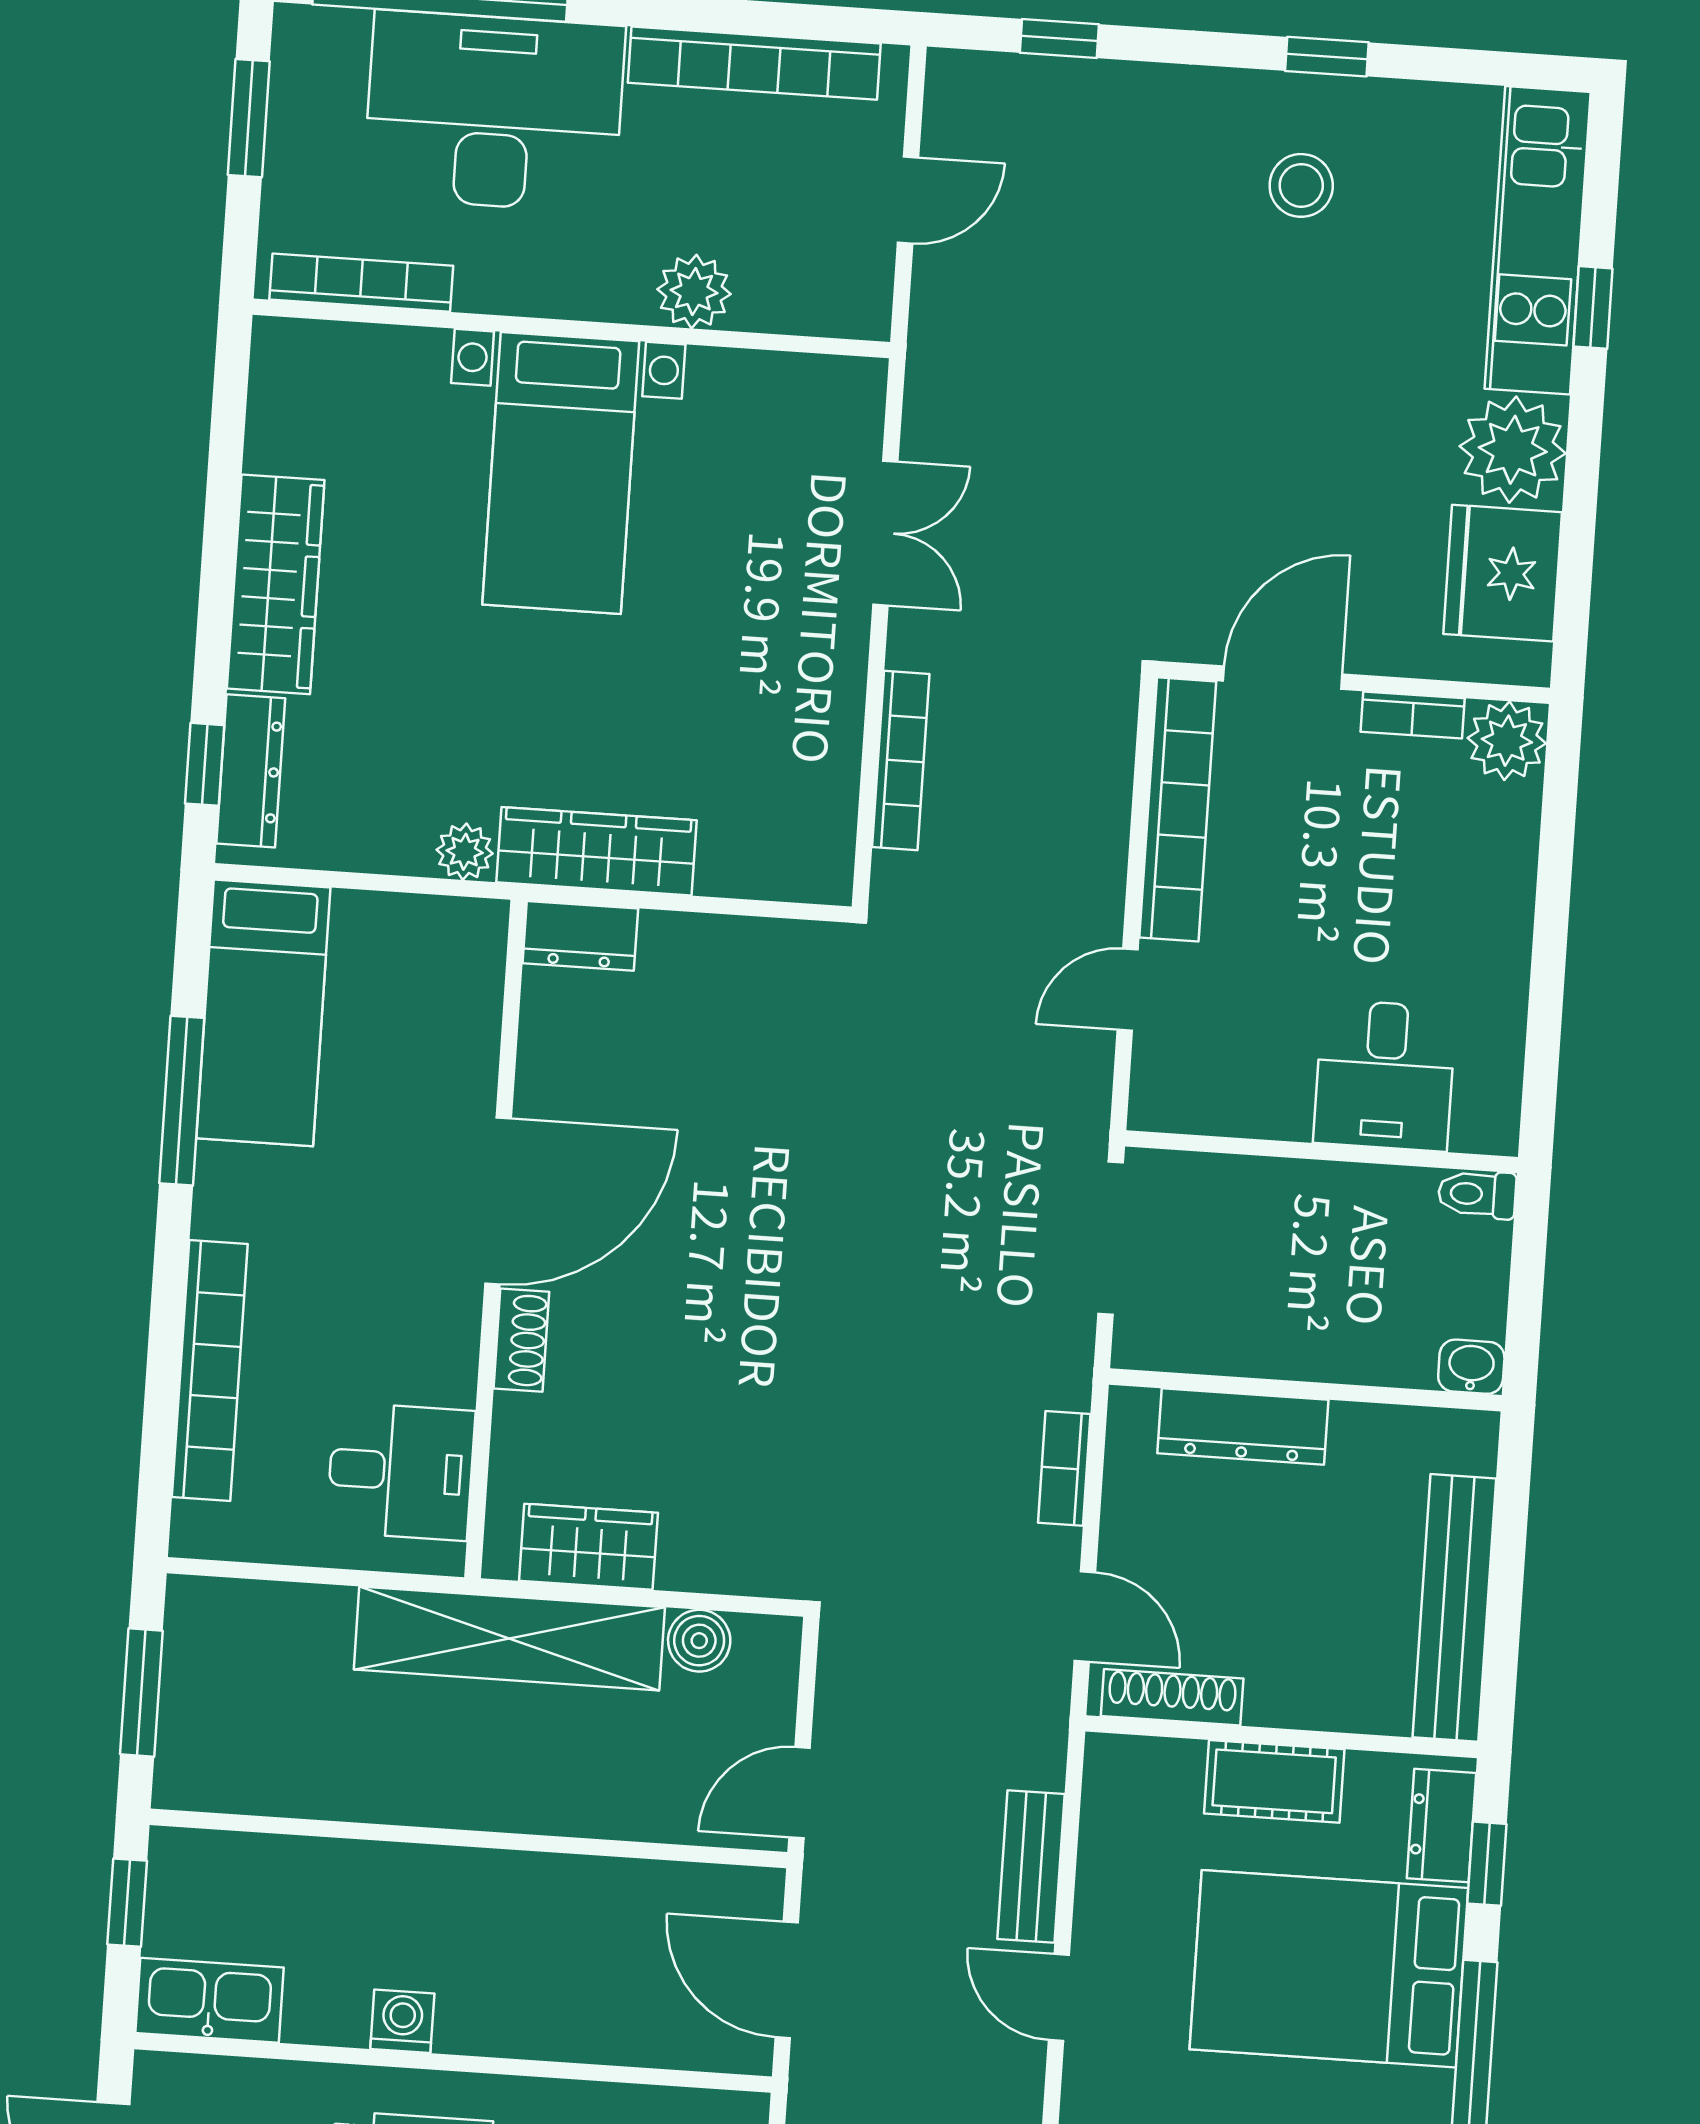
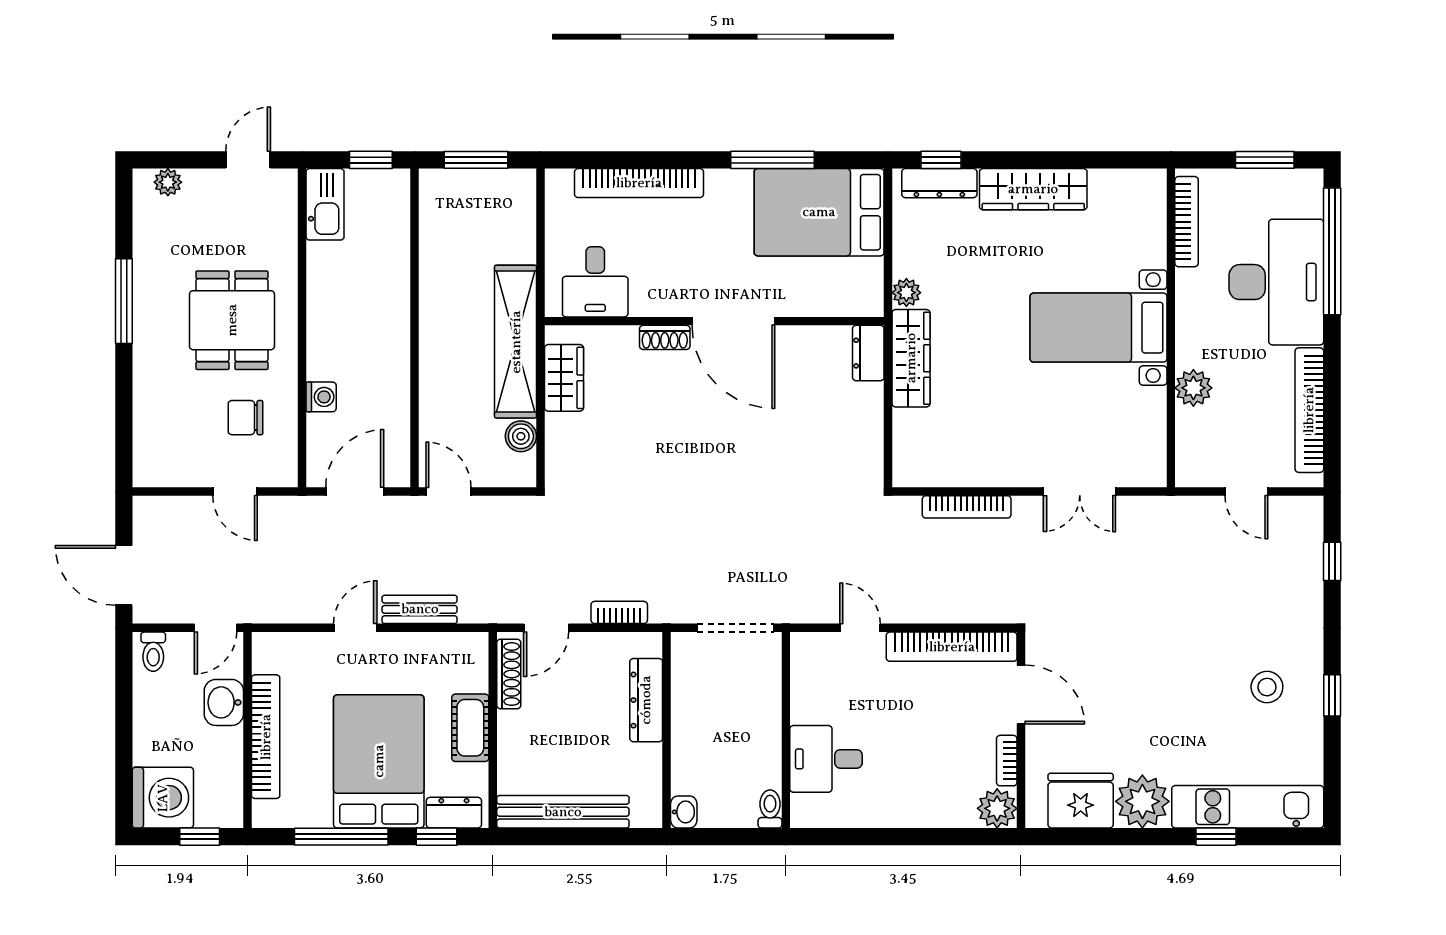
bed: (263, 1013) -> (819, 212), width x1.50
washing machine: (402, 2021) -> (321, 397), moved

